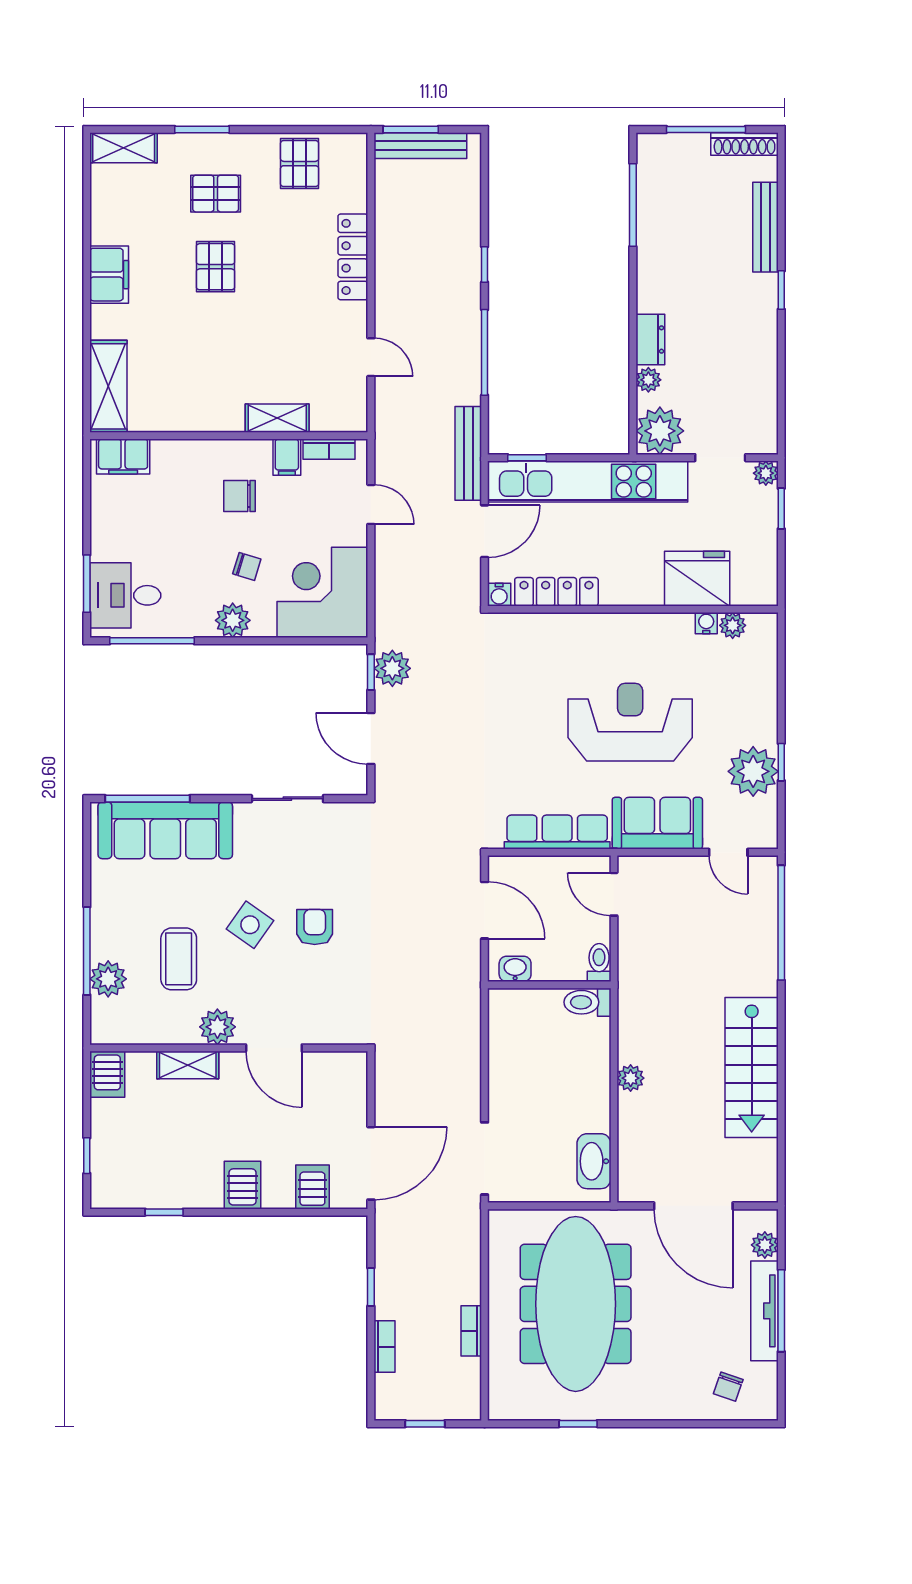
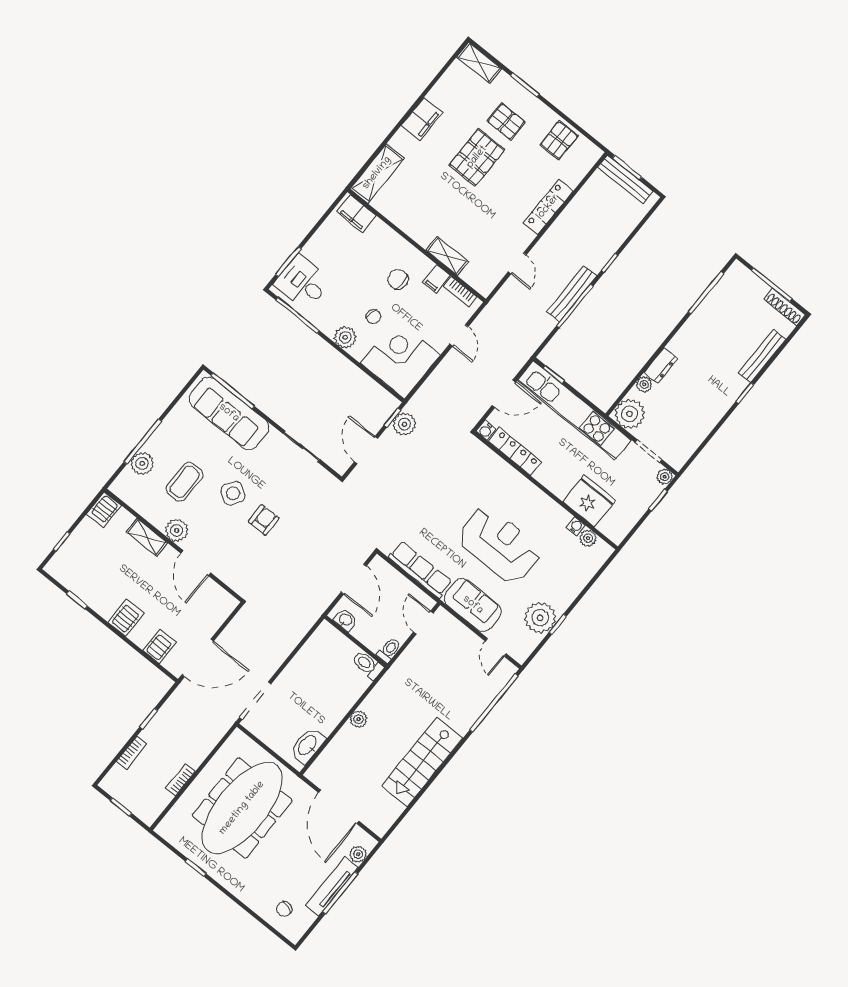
pallet: (216, 267) -> (477, 157), width x1.50, depth x1.42
bench: (468, 453) -> (572, 294), moved

